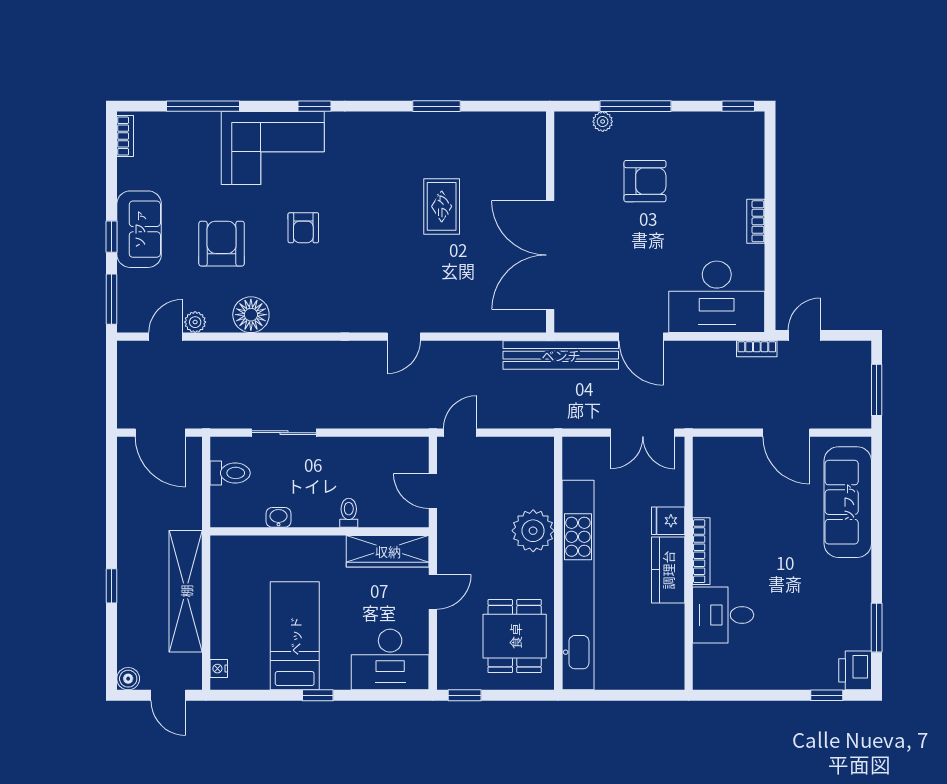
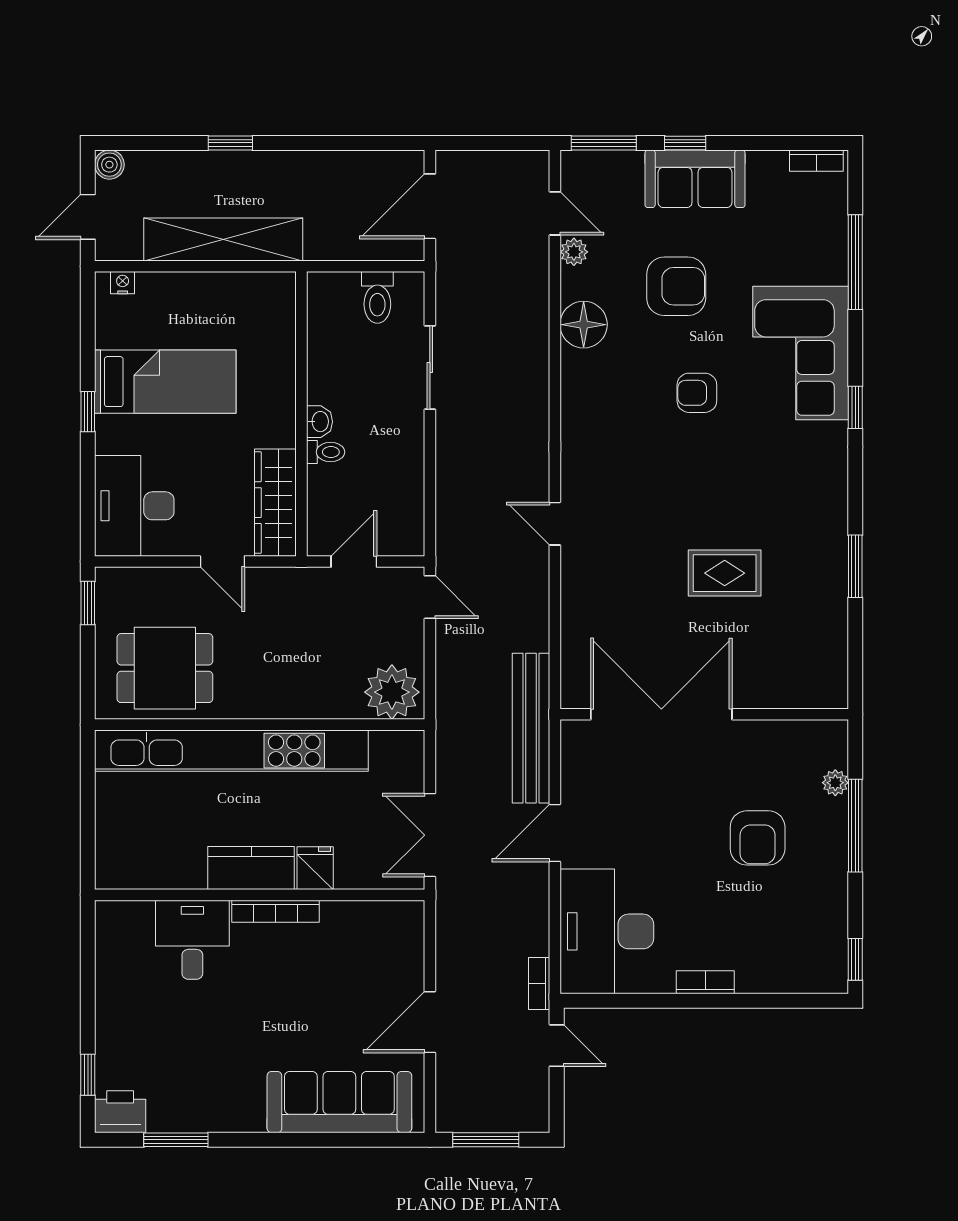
washbasin: (279, 517) -> (320, 422), moved
plant: (533, 531) -> (392, 692), moved

